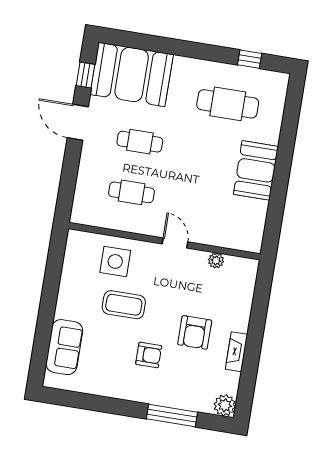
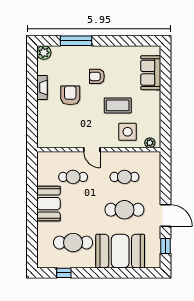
booth: (132, 74) -> (120, 251), moved
cafe table: (140, 142) -> (124, 210), width x1.37, depth x1.35
cafe table: (211, 205) -> (73, 177), added
plant: (216, 260) -> (150, 143), moved

